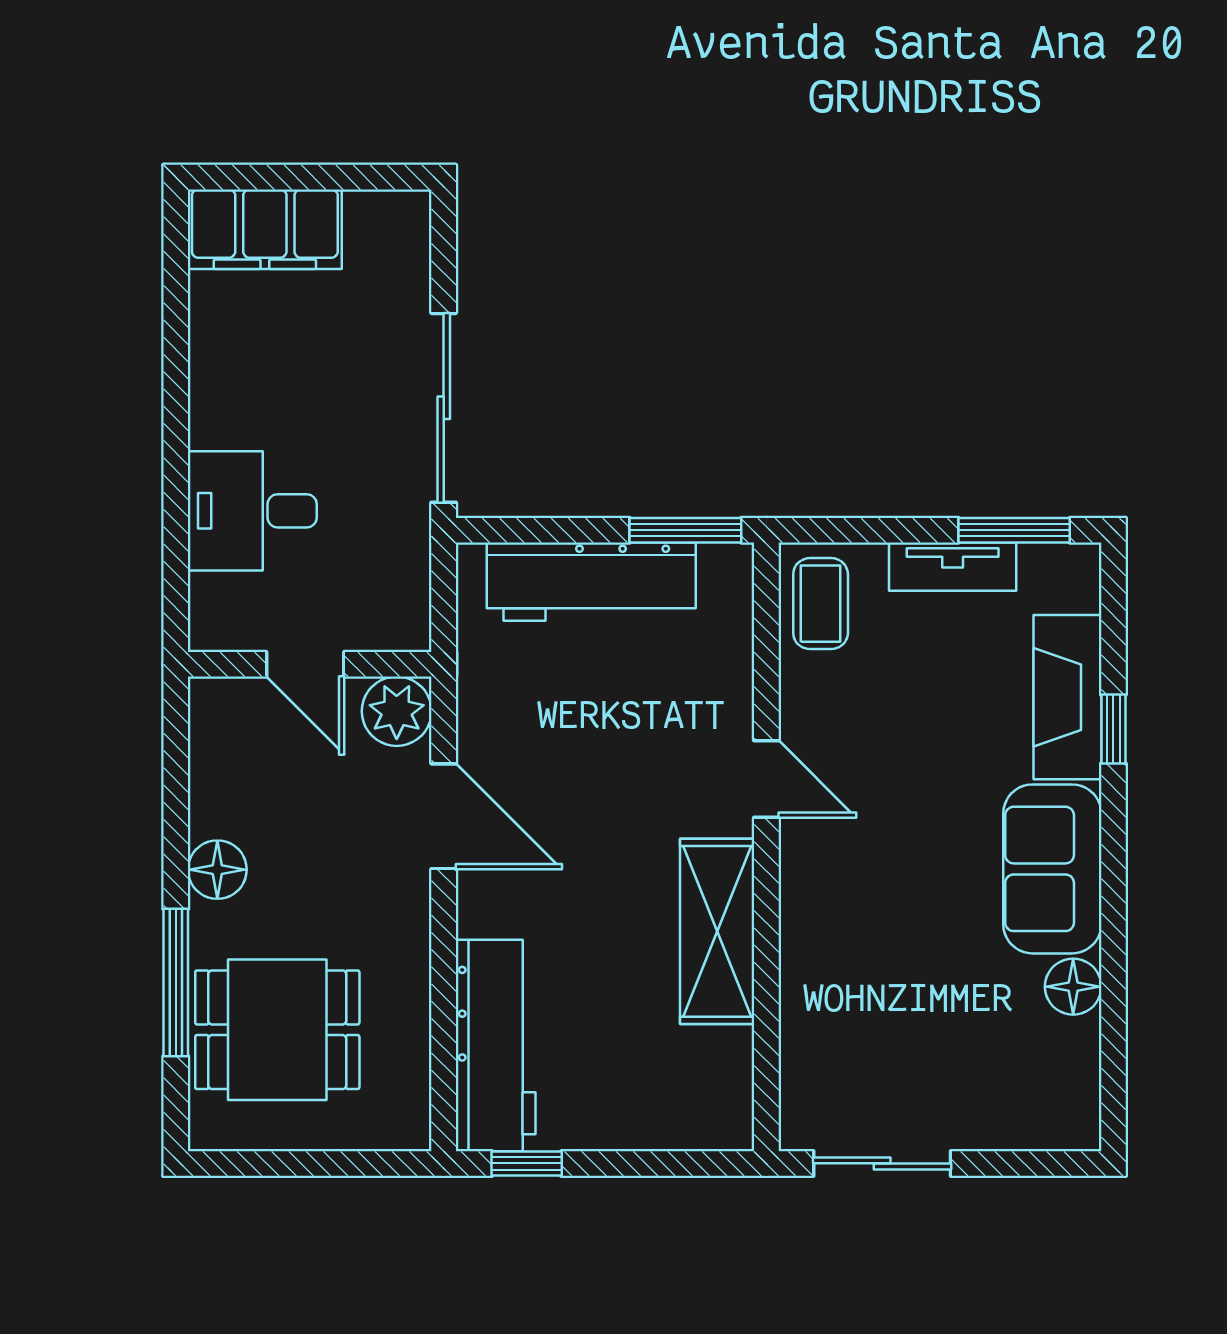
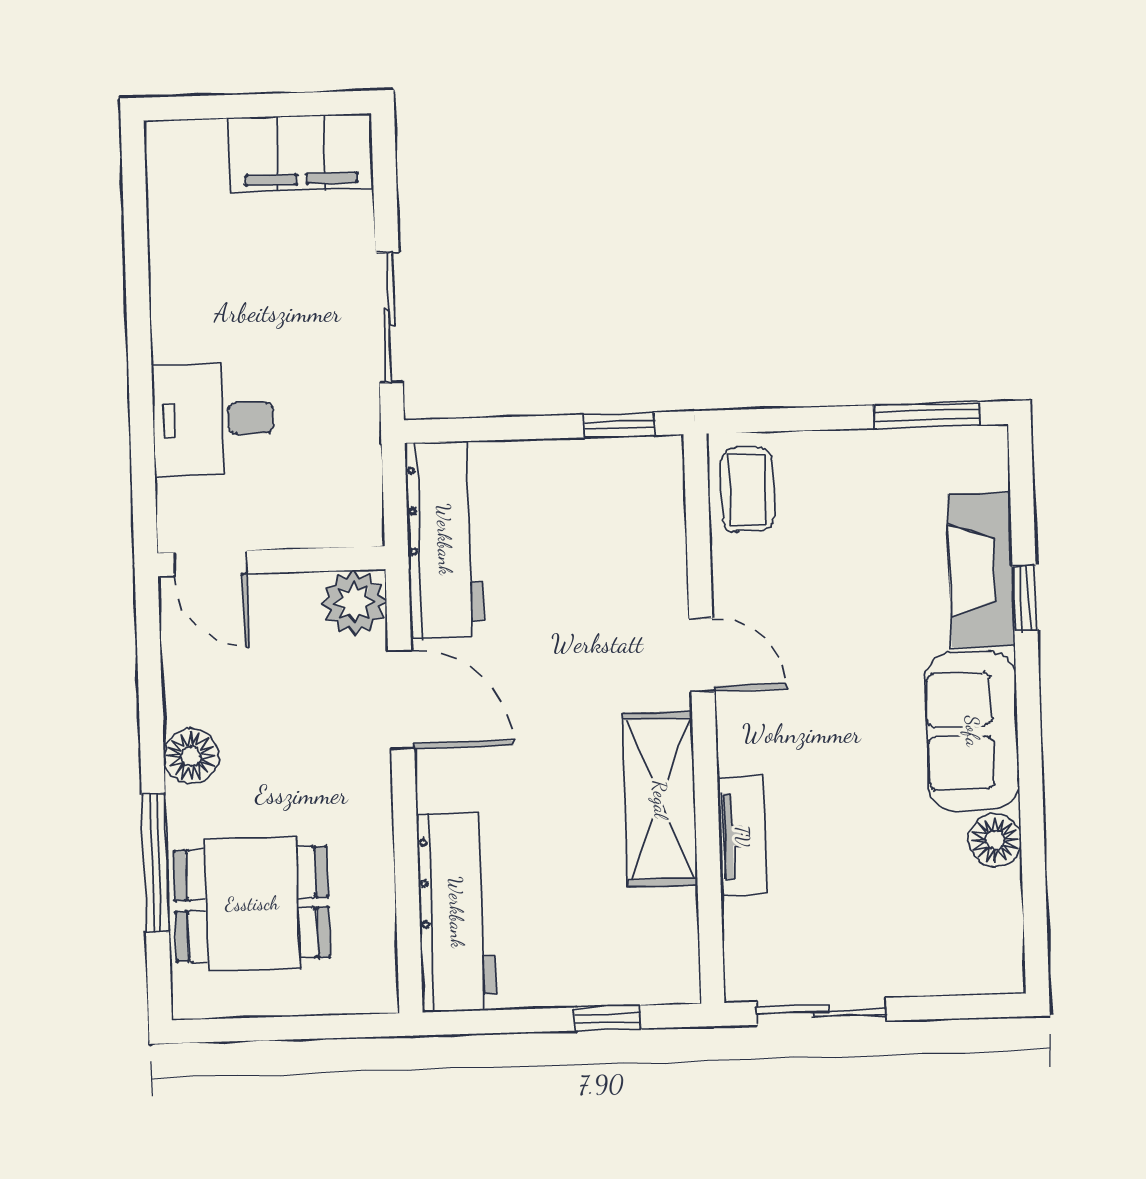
filing cabinet: (265, 229) -> (301, 153), moved
sliding door: (444, 408) -> (389, 317), width x0.73
window: (685, 530) -> (619, 425), width x0.67
tv unit: (953, 567) -> (742, 836), moved, turned -90
workbench: (591, 582) -> (444, 539), moved, turned -90
door: (305, 664) -> (211, 563), moved
window: (527, 1163) -> (607, 1018), moved

